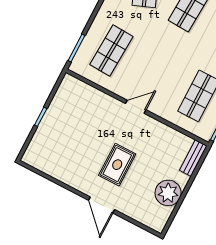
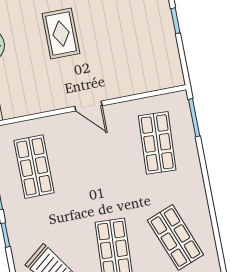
door: (136, 107) -> (88, 106), hinge flipped

